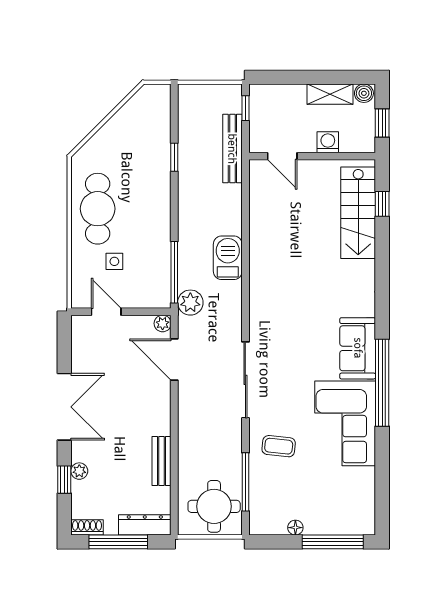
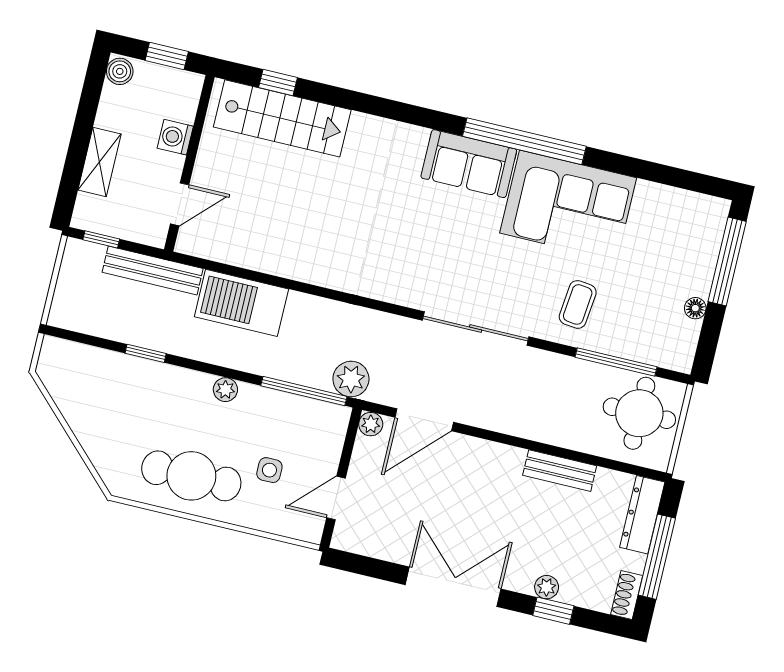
shelving: (330, 94) -> (99, 162), moved
plant: (162, 218) -> (225, 390), added
barbecue: (228, 258) -> (241, 303), moved, width x1.37, depth x1.21

